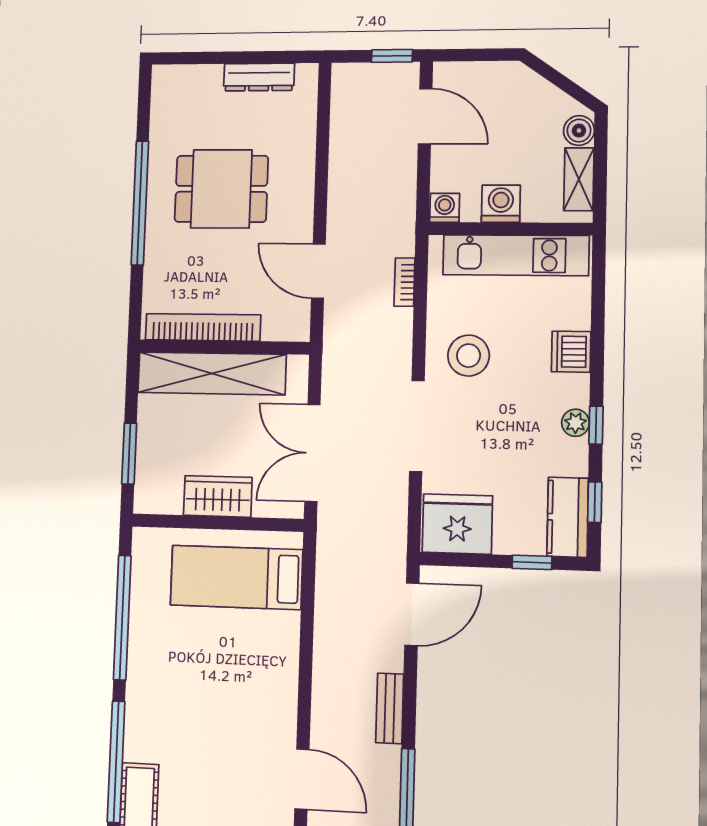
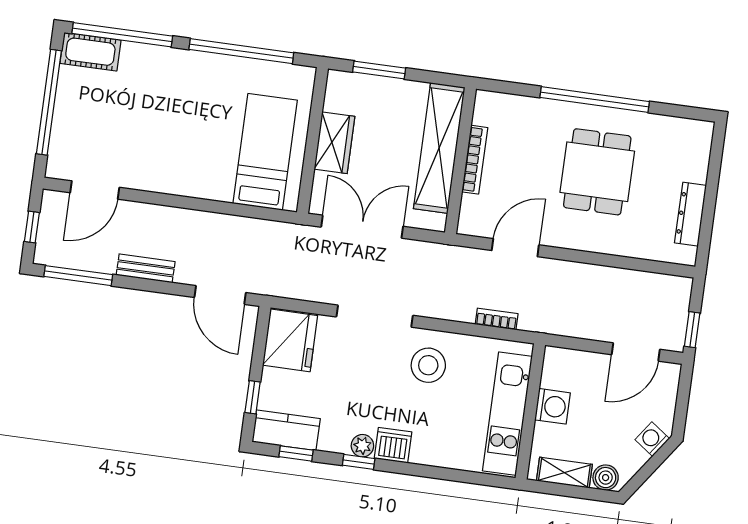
washing machine: (445, 208) -> (652, 439), moved, turned -144
bookcase: (203, 327) -> (475, 160), width x0.68, depth x0.76
dishwasher: (571, 352) -> (393, 445), moved

